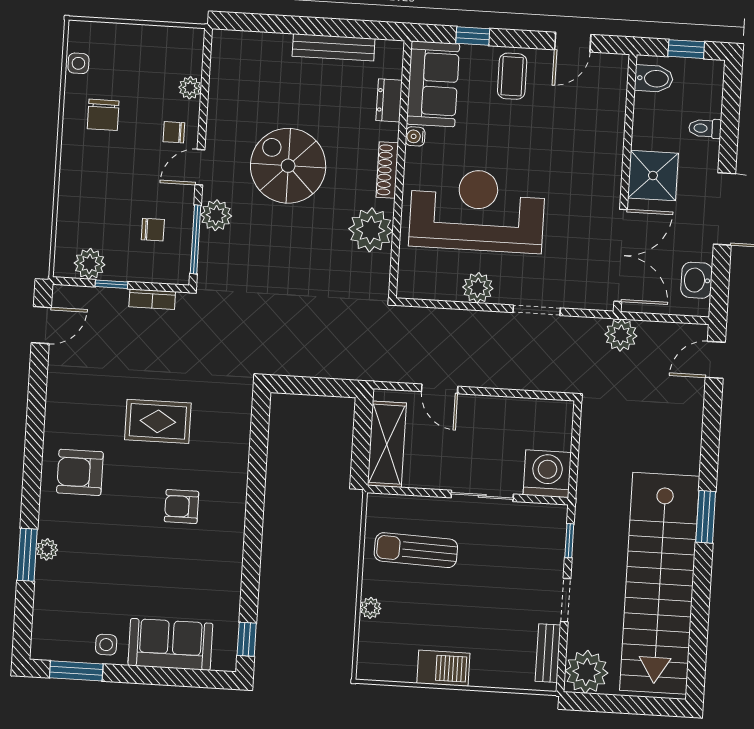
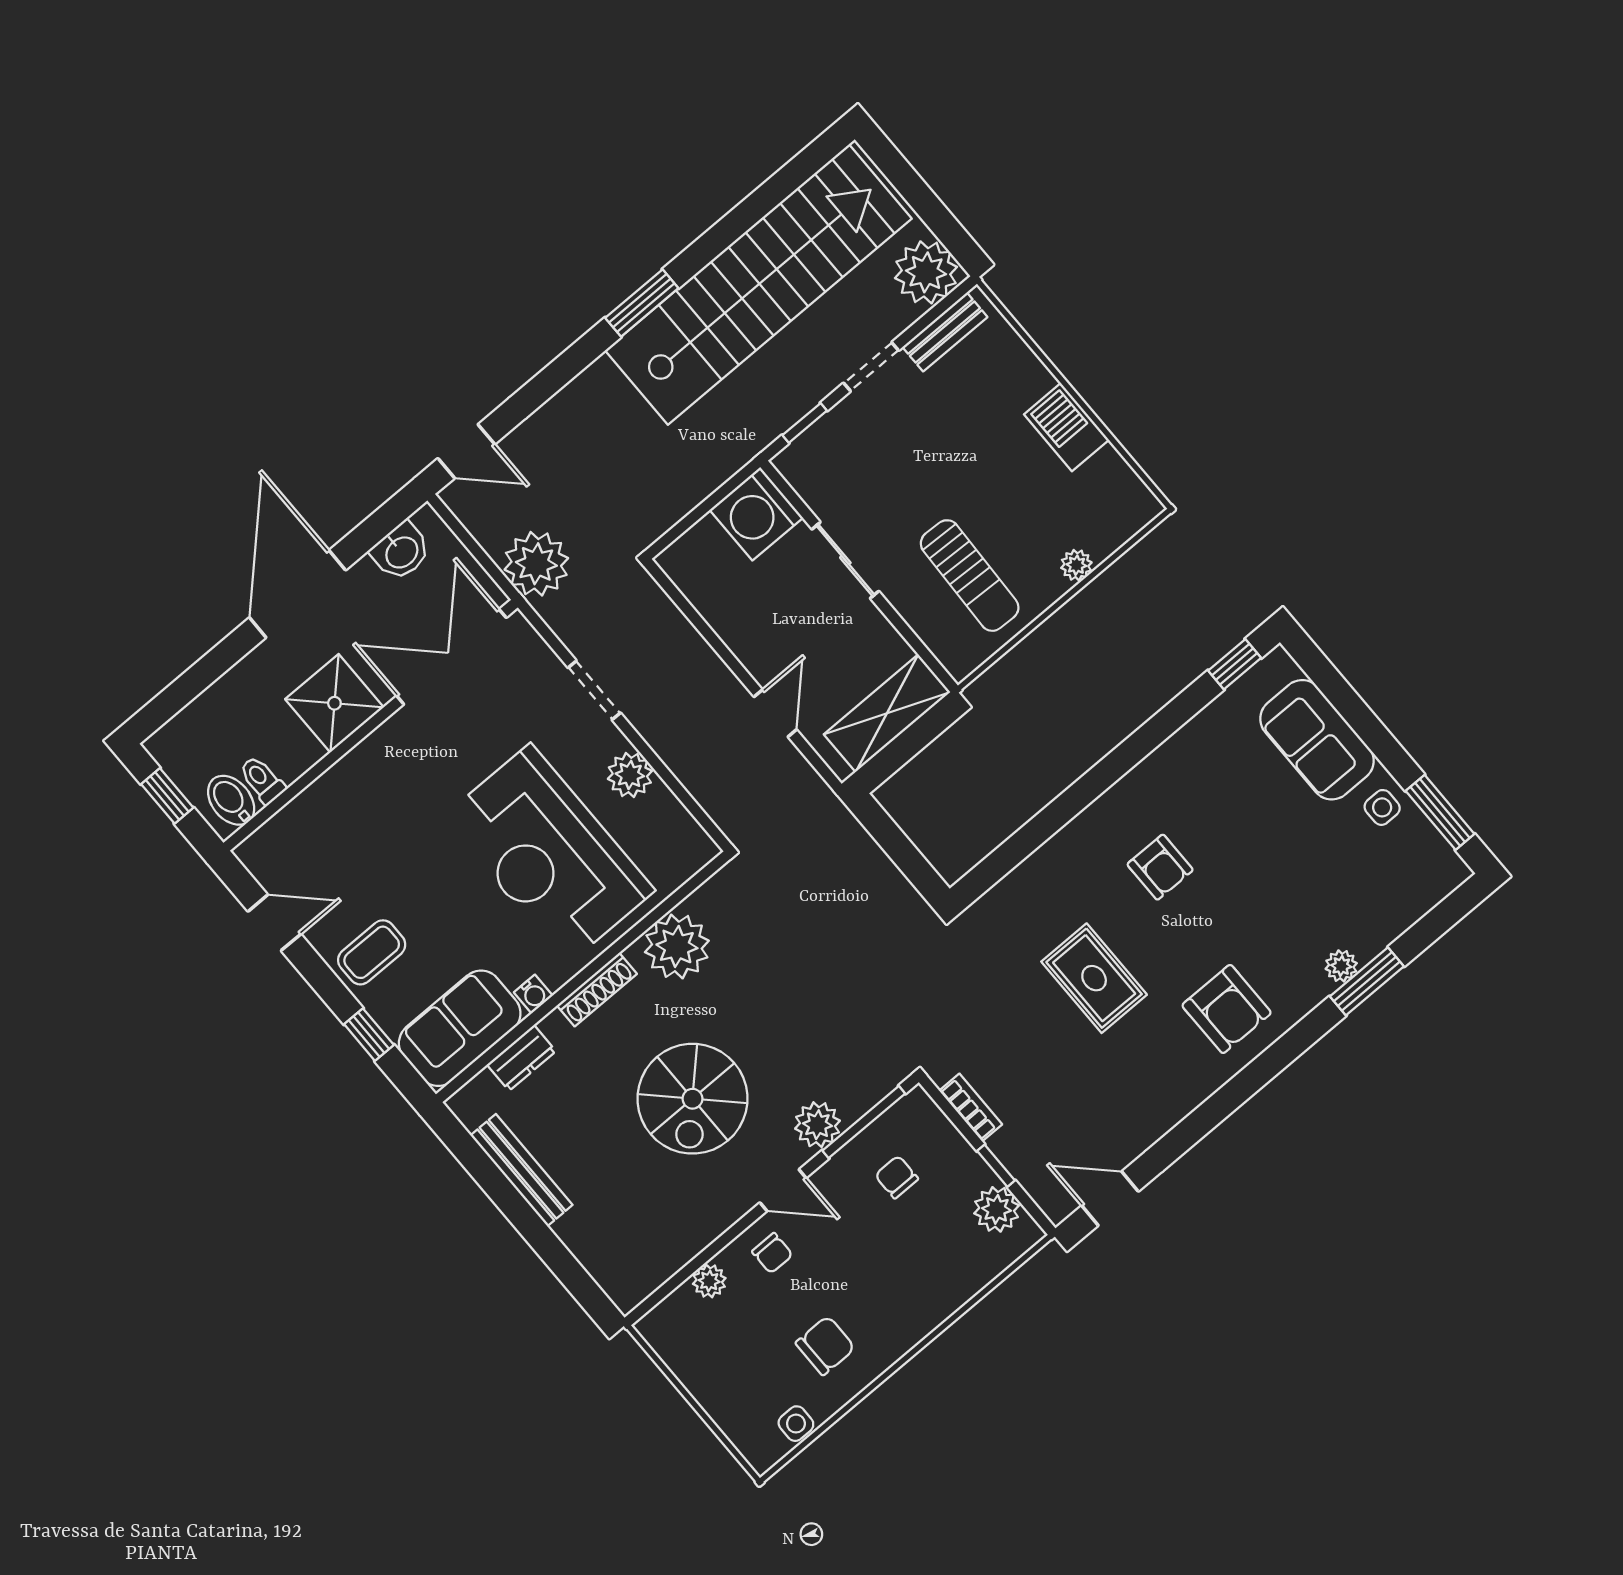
toilet: (705, 128) -> (262, 780), moved, turned 180
plant: (621, 335) -> (536, 564), width x1.36, depth x1.36

